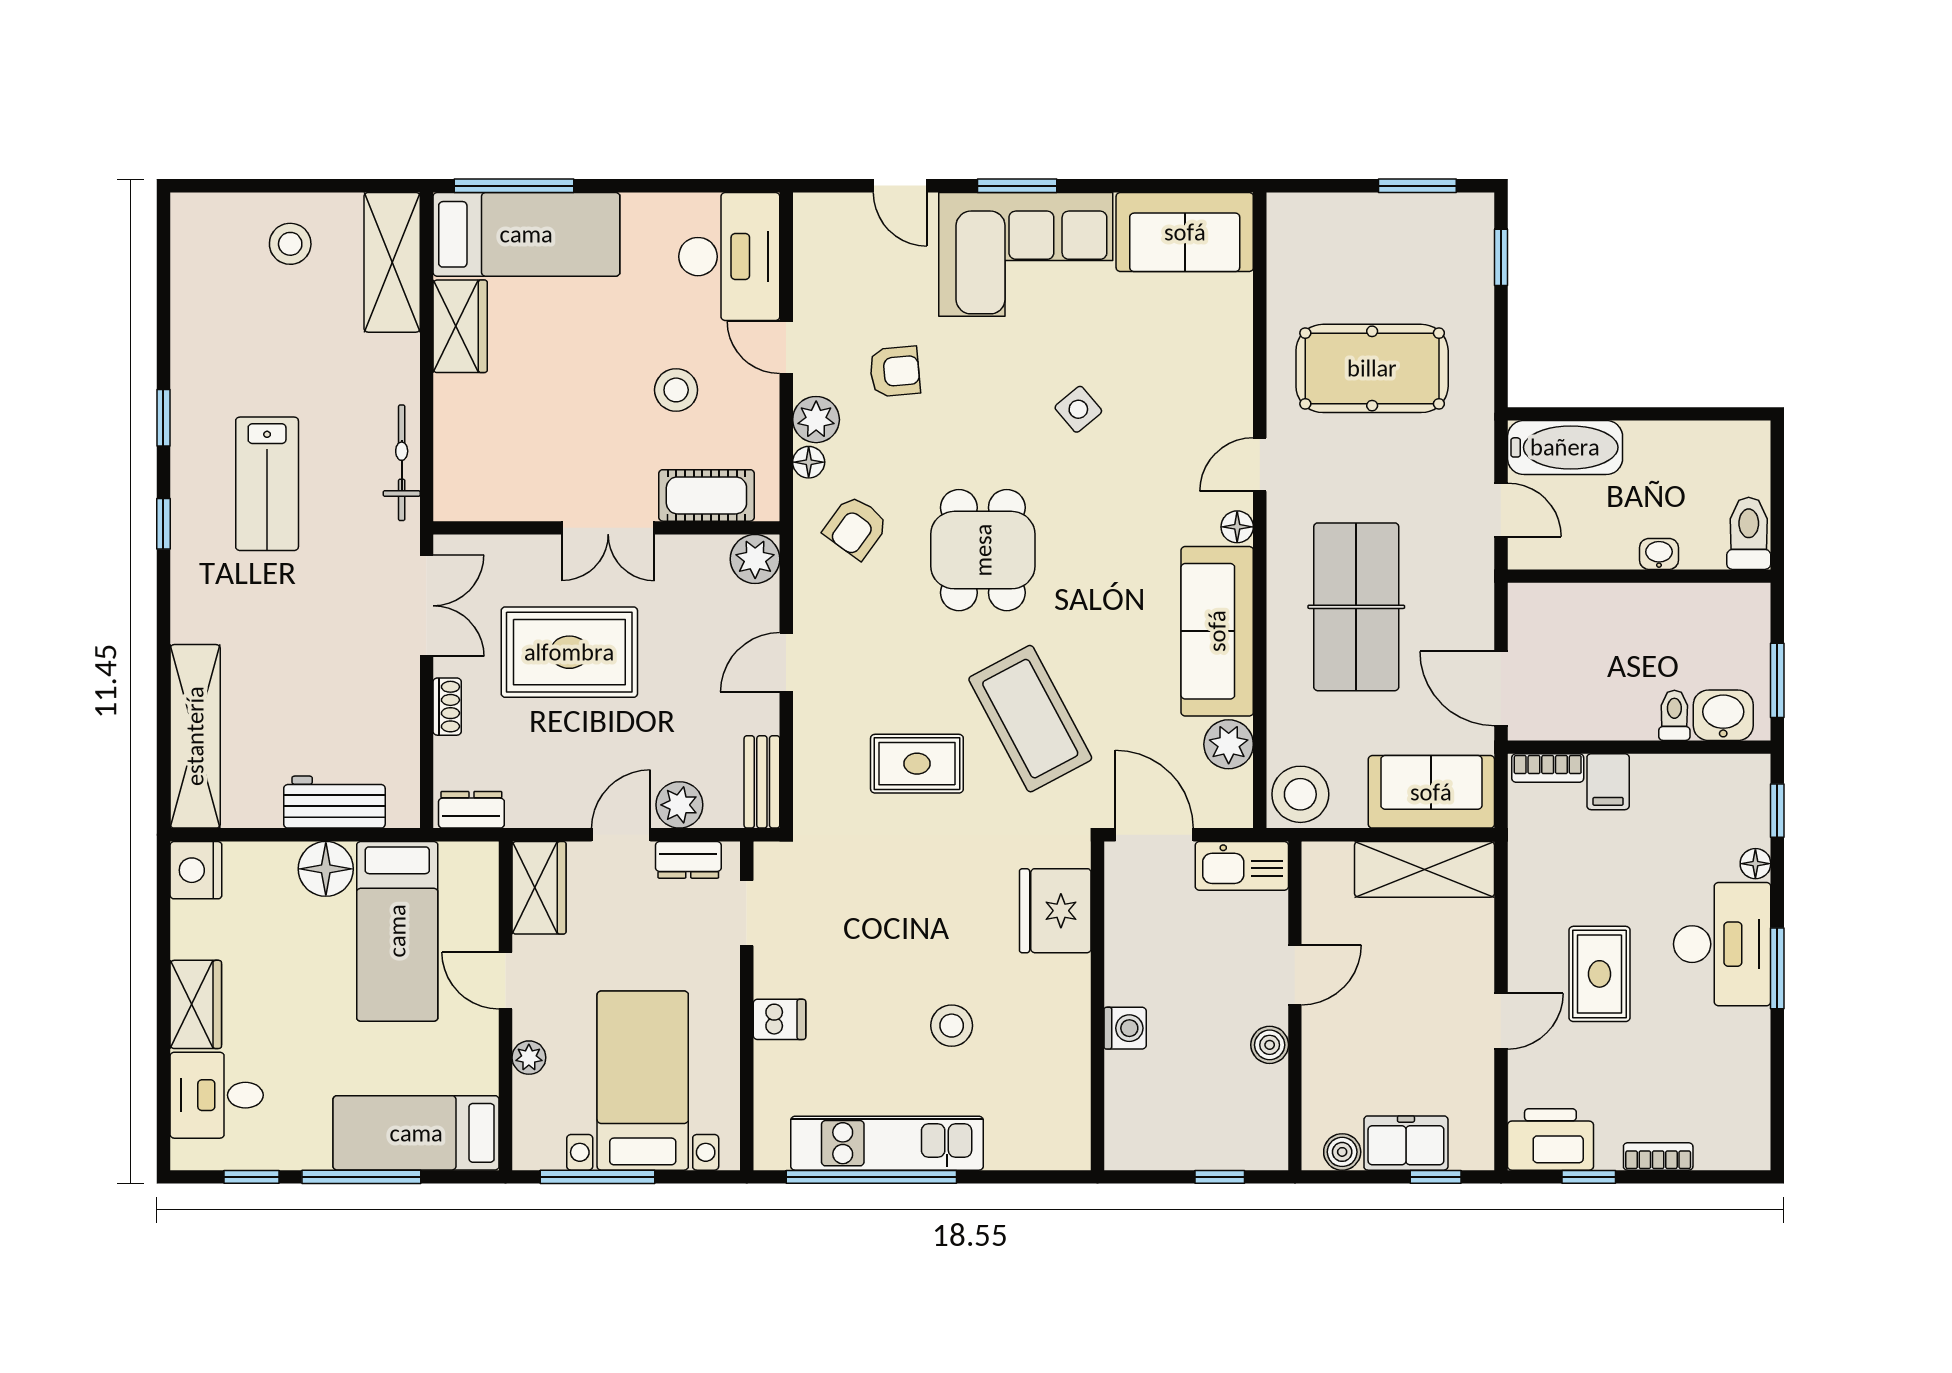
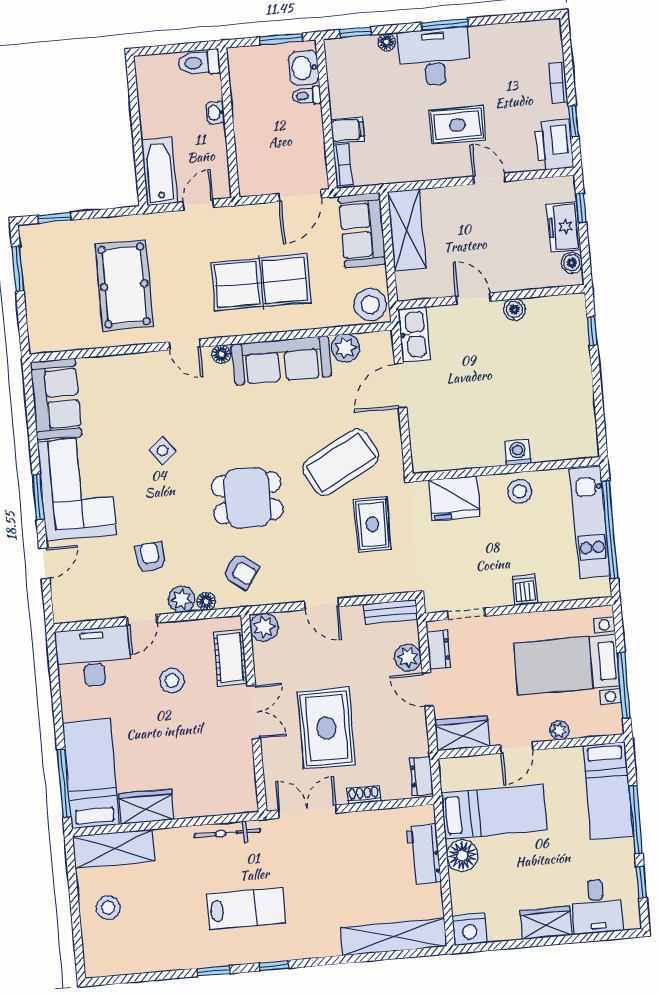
fridge: (1055, 911) -> (454, 498), moved
wall: (1098, 1006) -> (506, 469), moved
washing machine: (1125, 1028) -> (518, 452), moved

